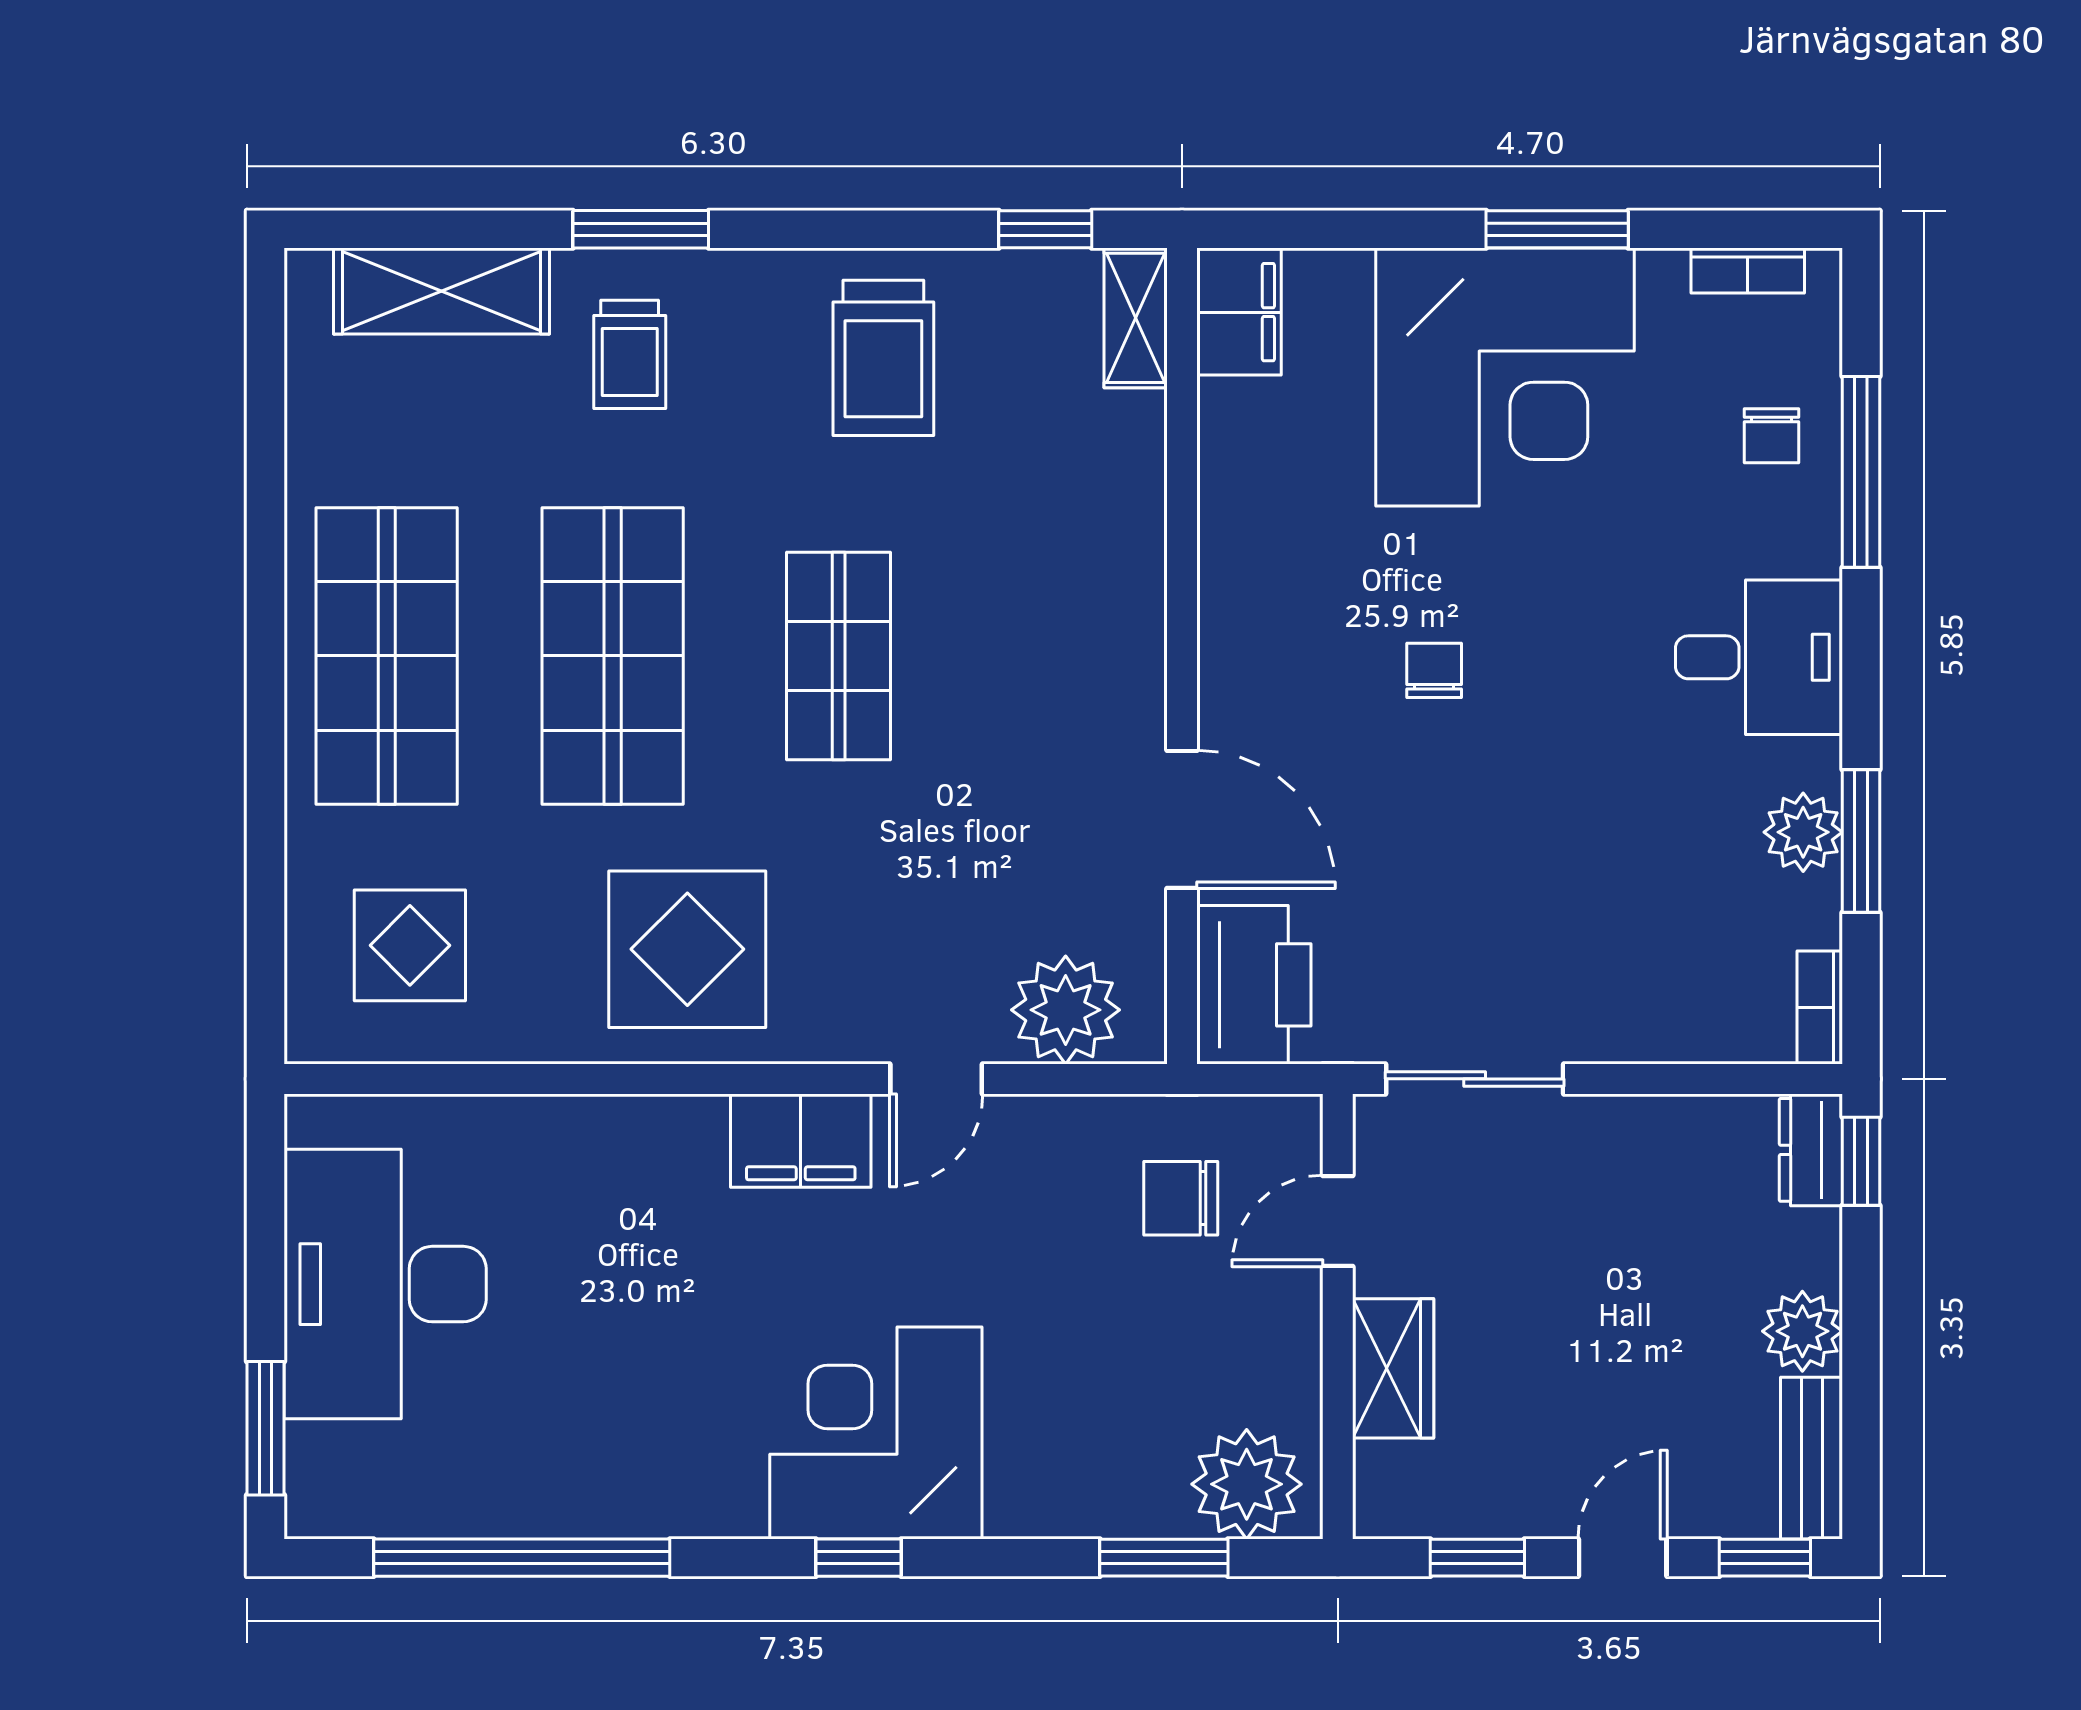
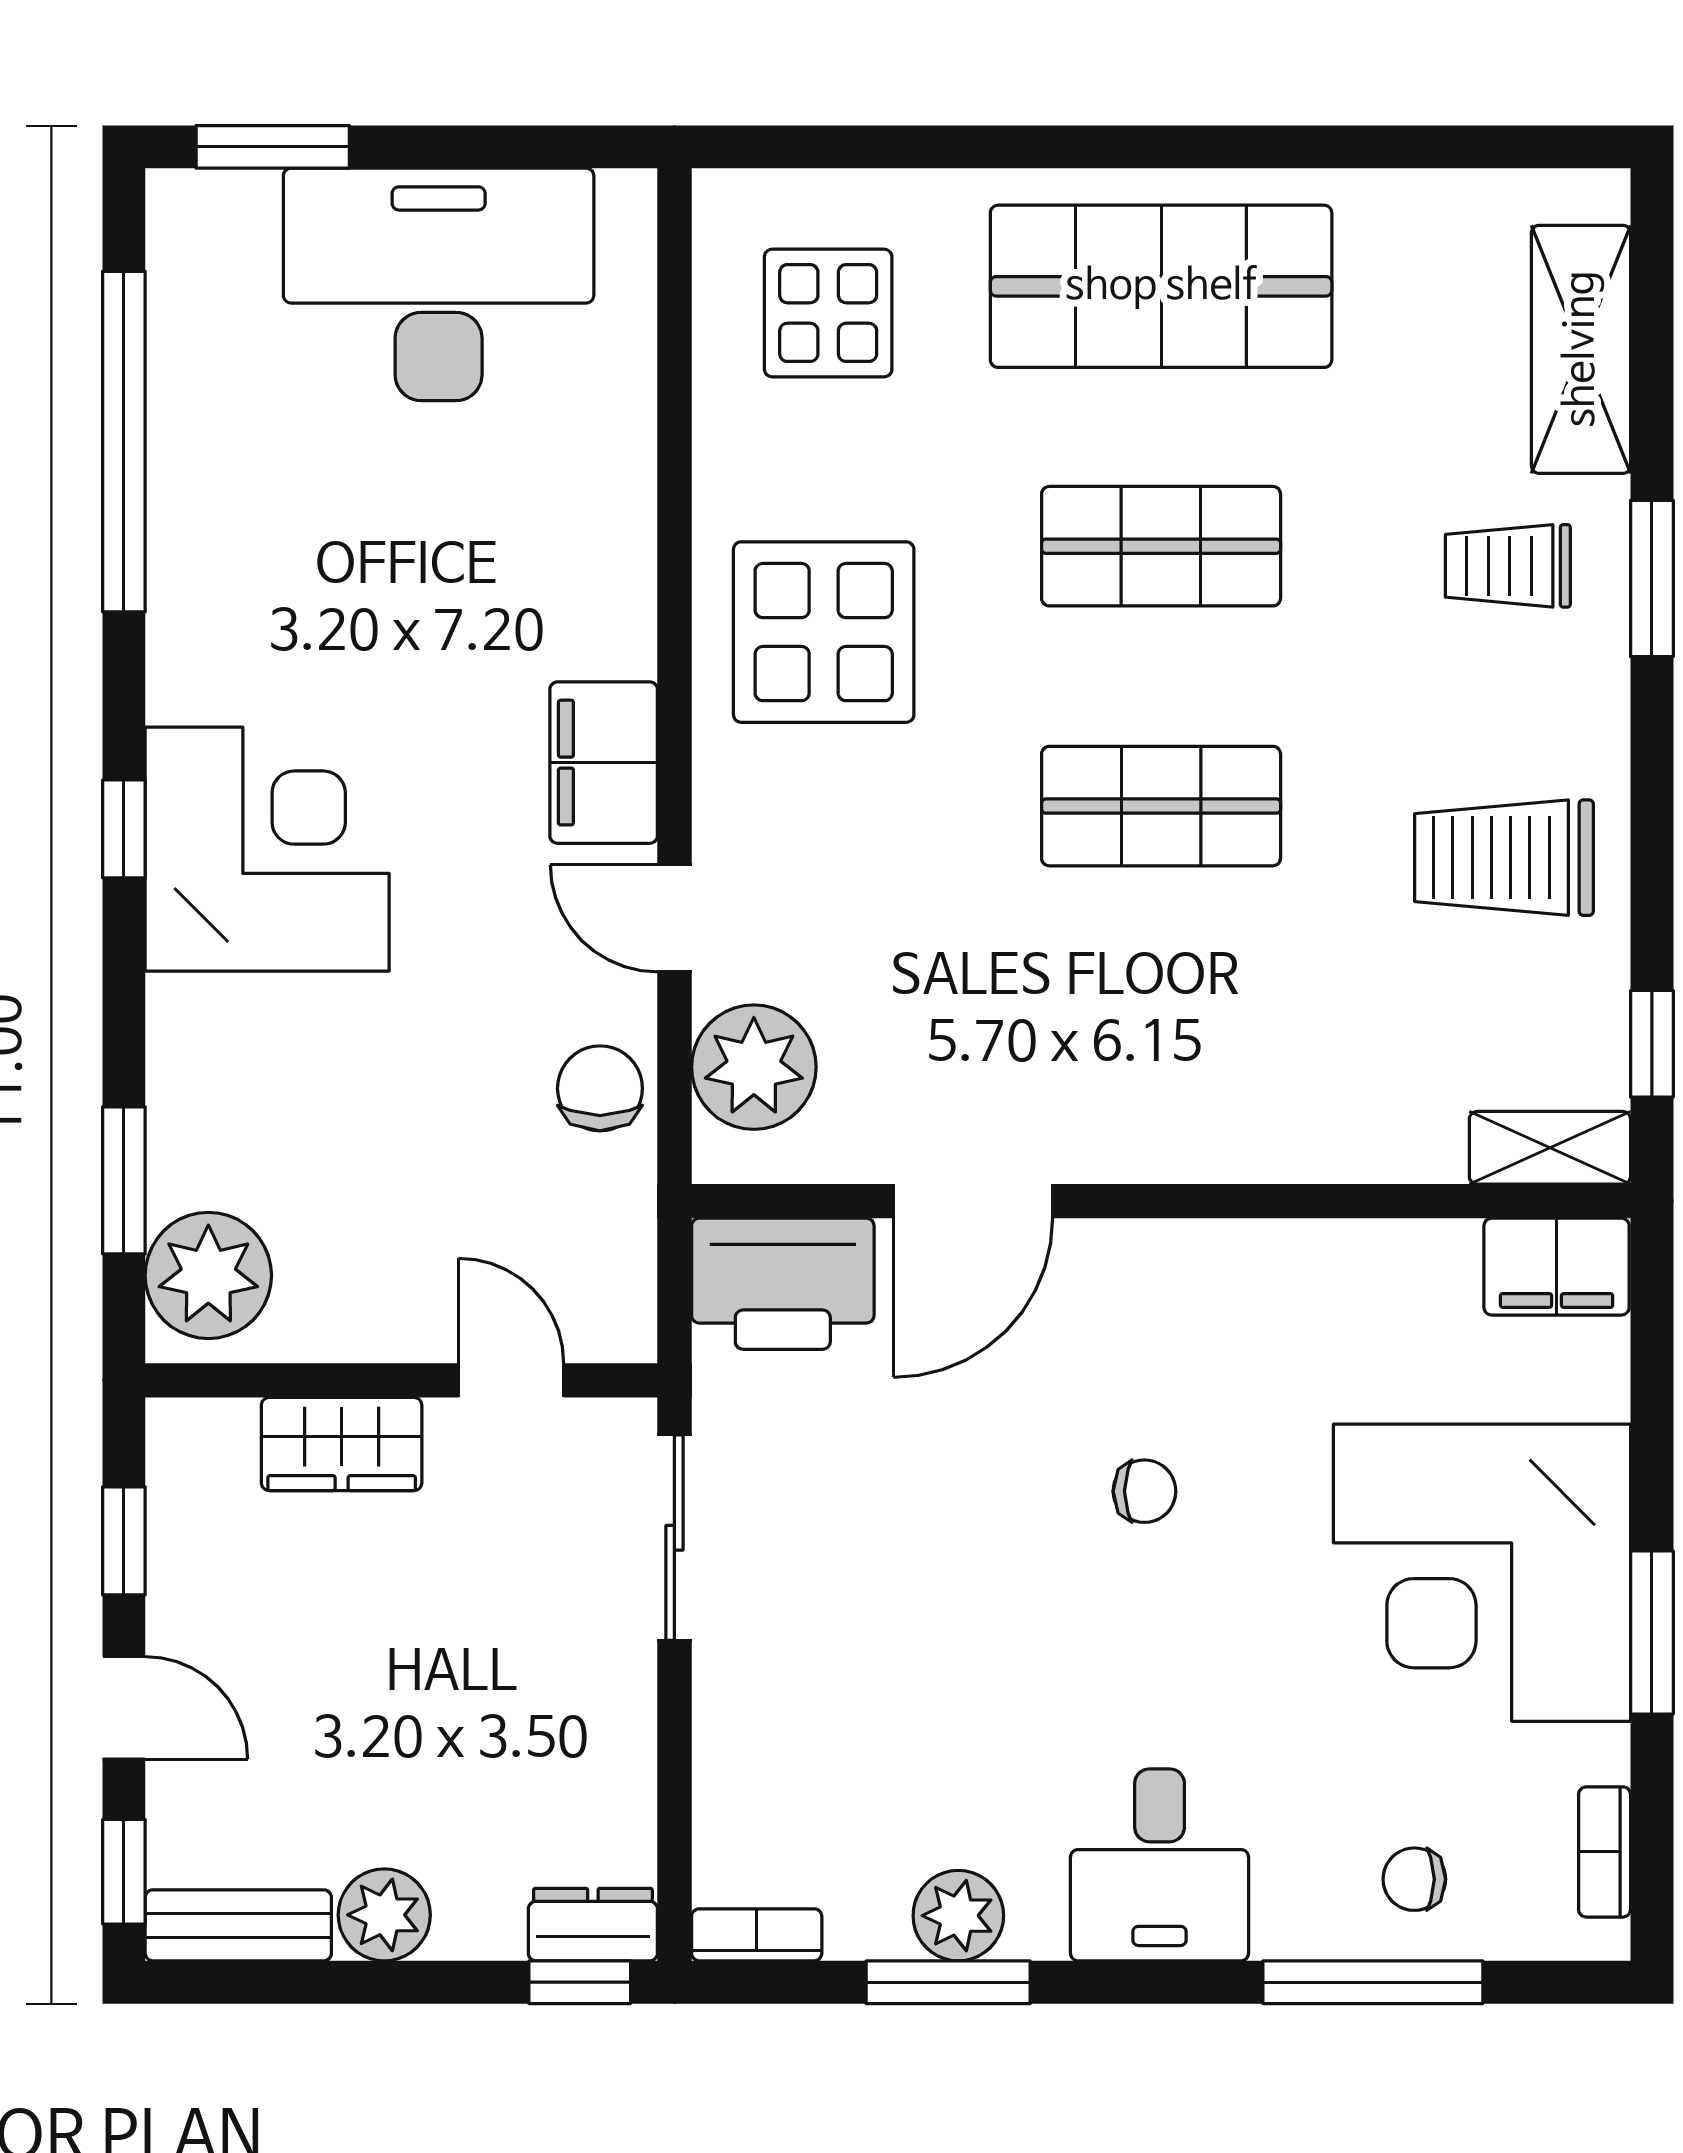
shop shelf: (613, 656) -> (1161, 546), width x0.70, depth x0.74
chair: (1181, 1198) -> (600, 1088), moved

